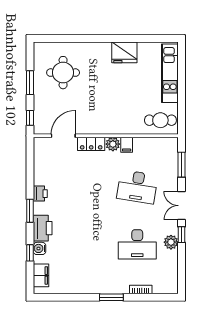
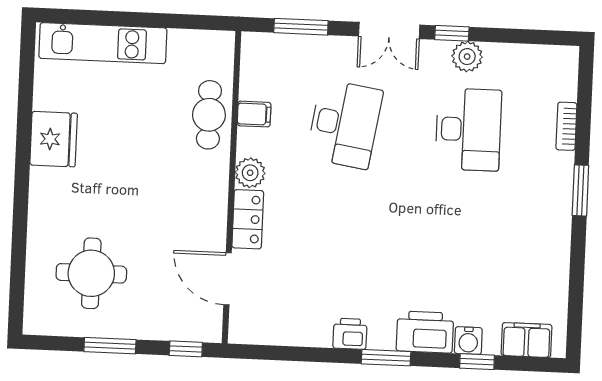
cafe table: (160, 120) -> (209, 115), moved
filing cabinet: (127, 145) -> (254, 114), moved

